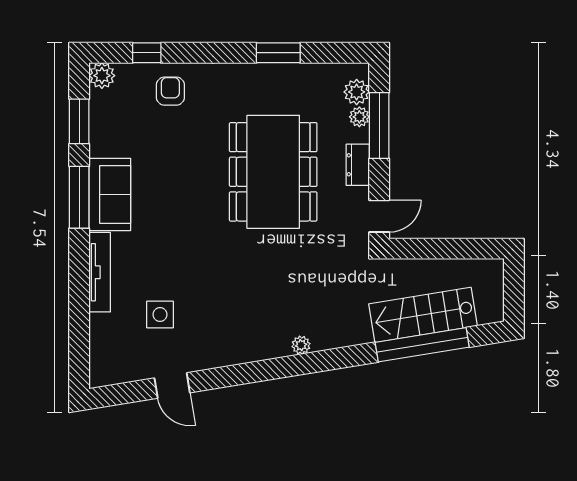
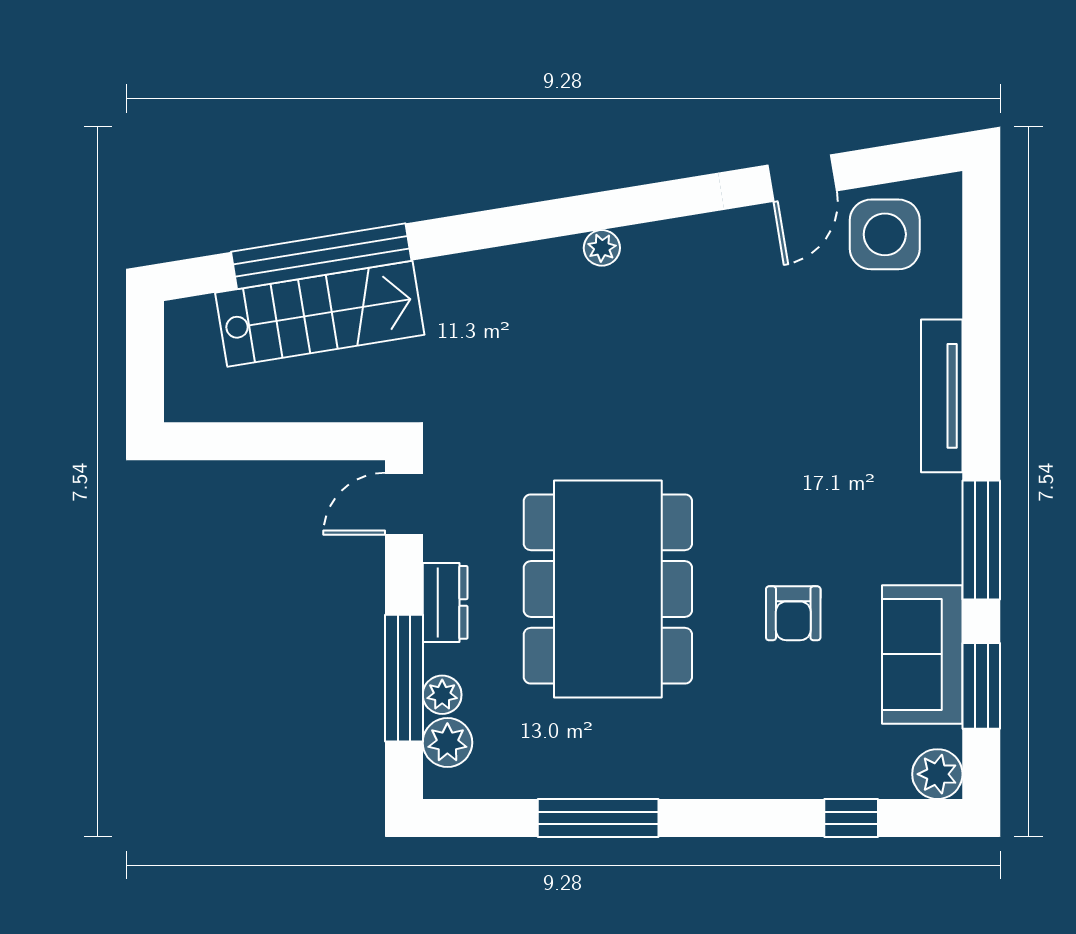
window: (278, 53) -> (598, 818), width x1.44
armchair: (170, 91) -> (793, 613), moved
sofa: (110, 194) -> (922, 654), moved
side table: (160, 314) -> (885, 234), moved, width x1.37, depth x1.37
plant: (301, 345) -> (602, 248), moved
door: (172, 385) -> (802, 178), swing flipped

